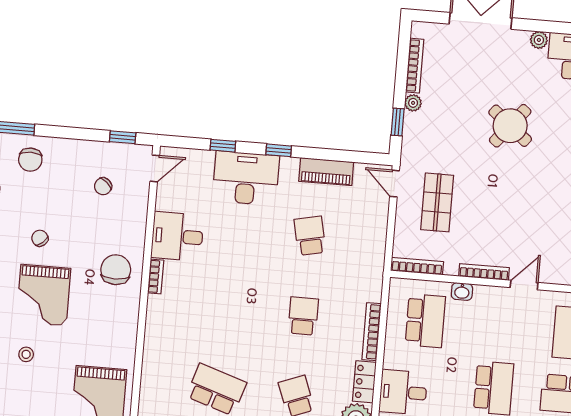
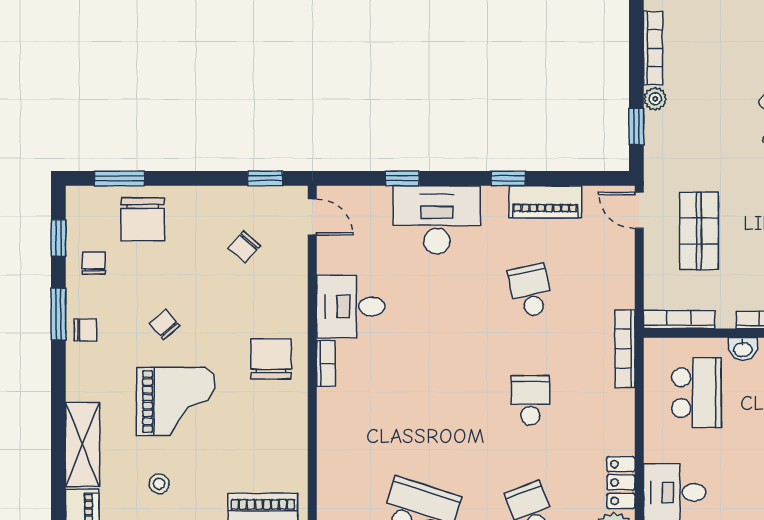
window: (279, 150) -> (508, 178), moved
chair: (30, 160) -> (143, 219), width x1.37, depth x1.37
door: (155, 168) -> (312, 217), hinge flipped
grand piano: (44, 295) -> (176, 402), turned -90
bookcase: (372, 332) -> (625, 349), moved

